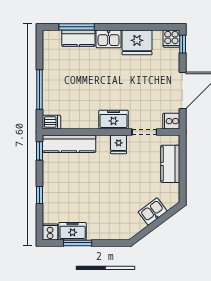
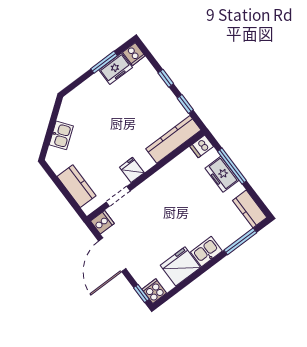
kitchen counter: (78, 38) -> (250, 209), moved, turned -90
freezer: (114, 120) -> (222, 174), moved, turned 90
window: (40, 151) -> (185, 104), moved

